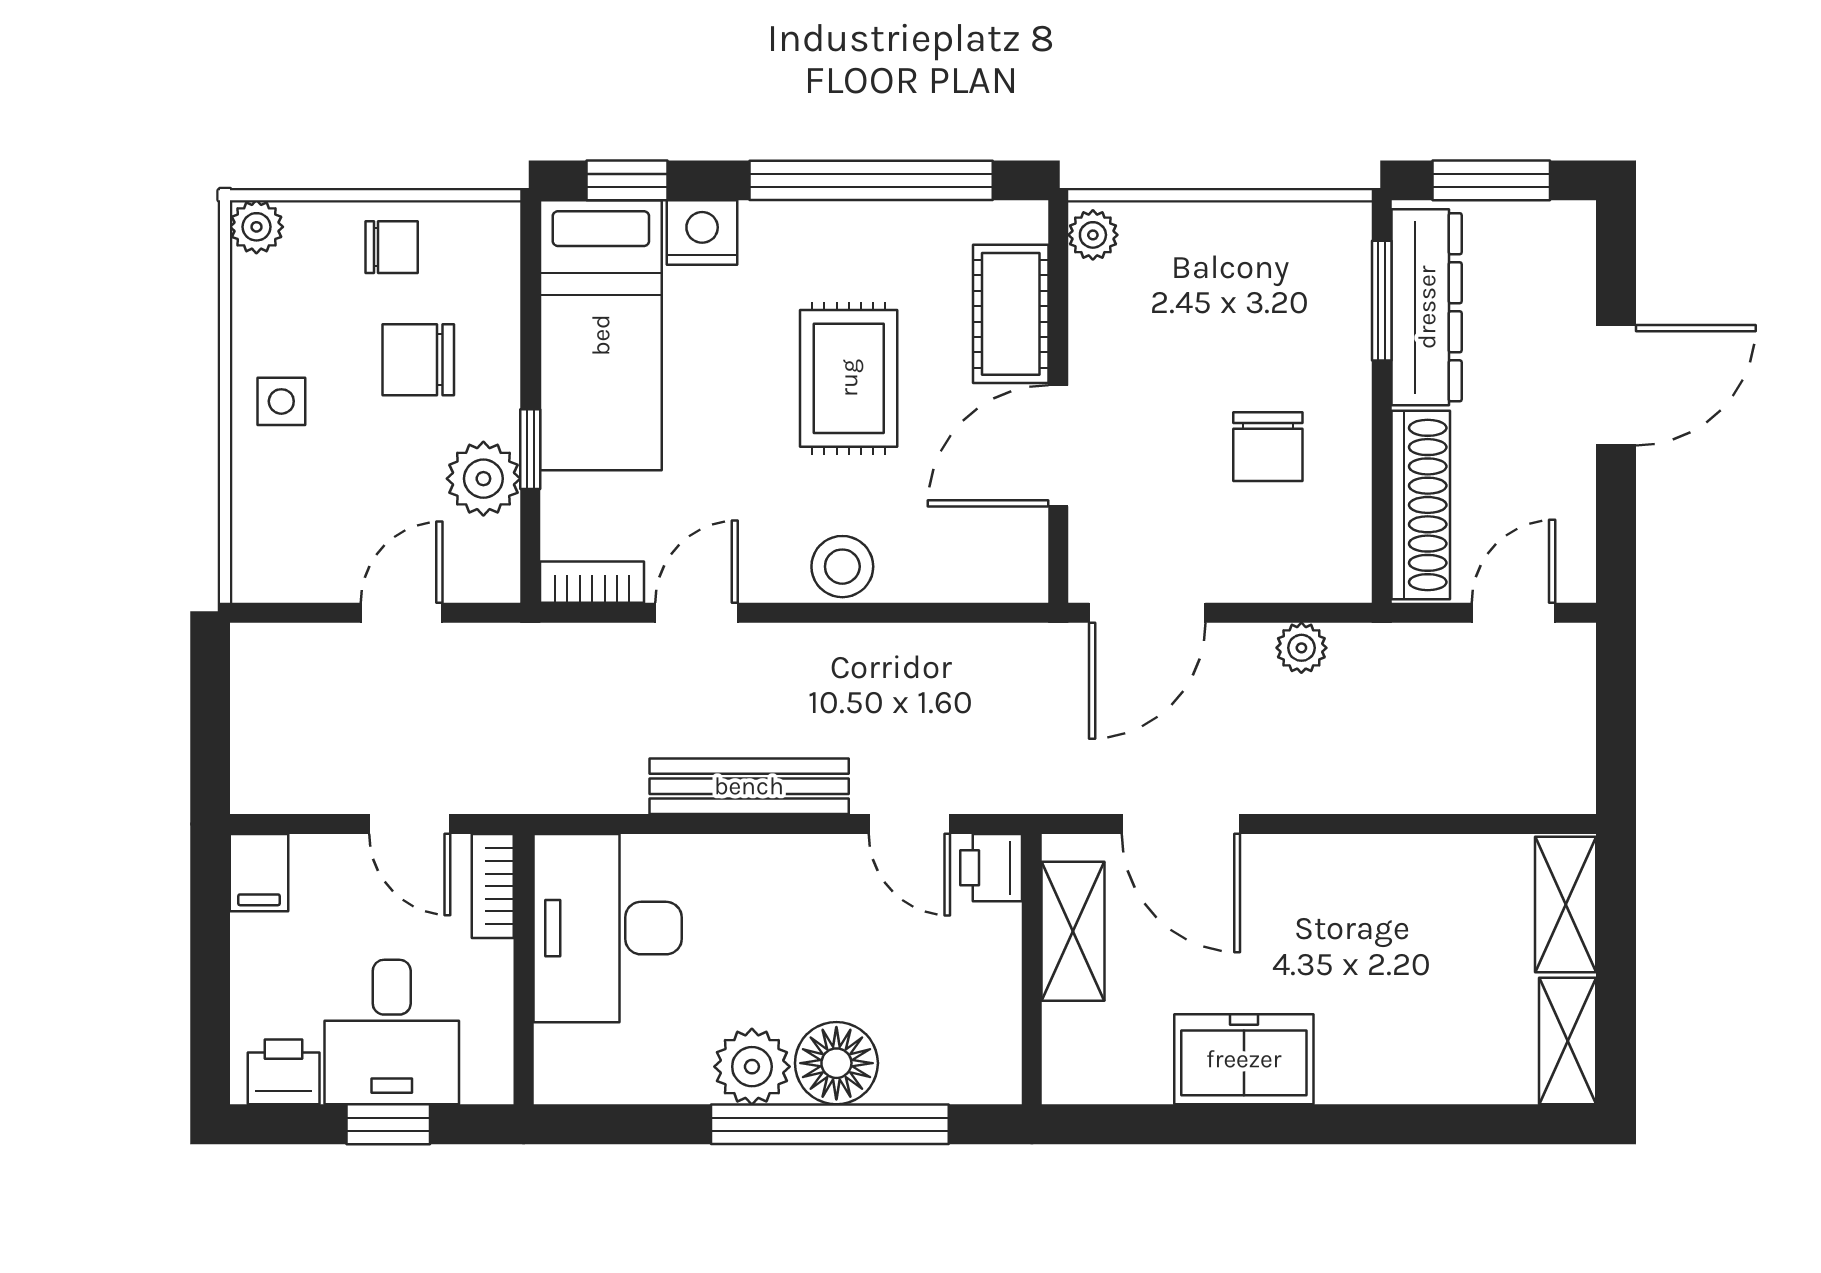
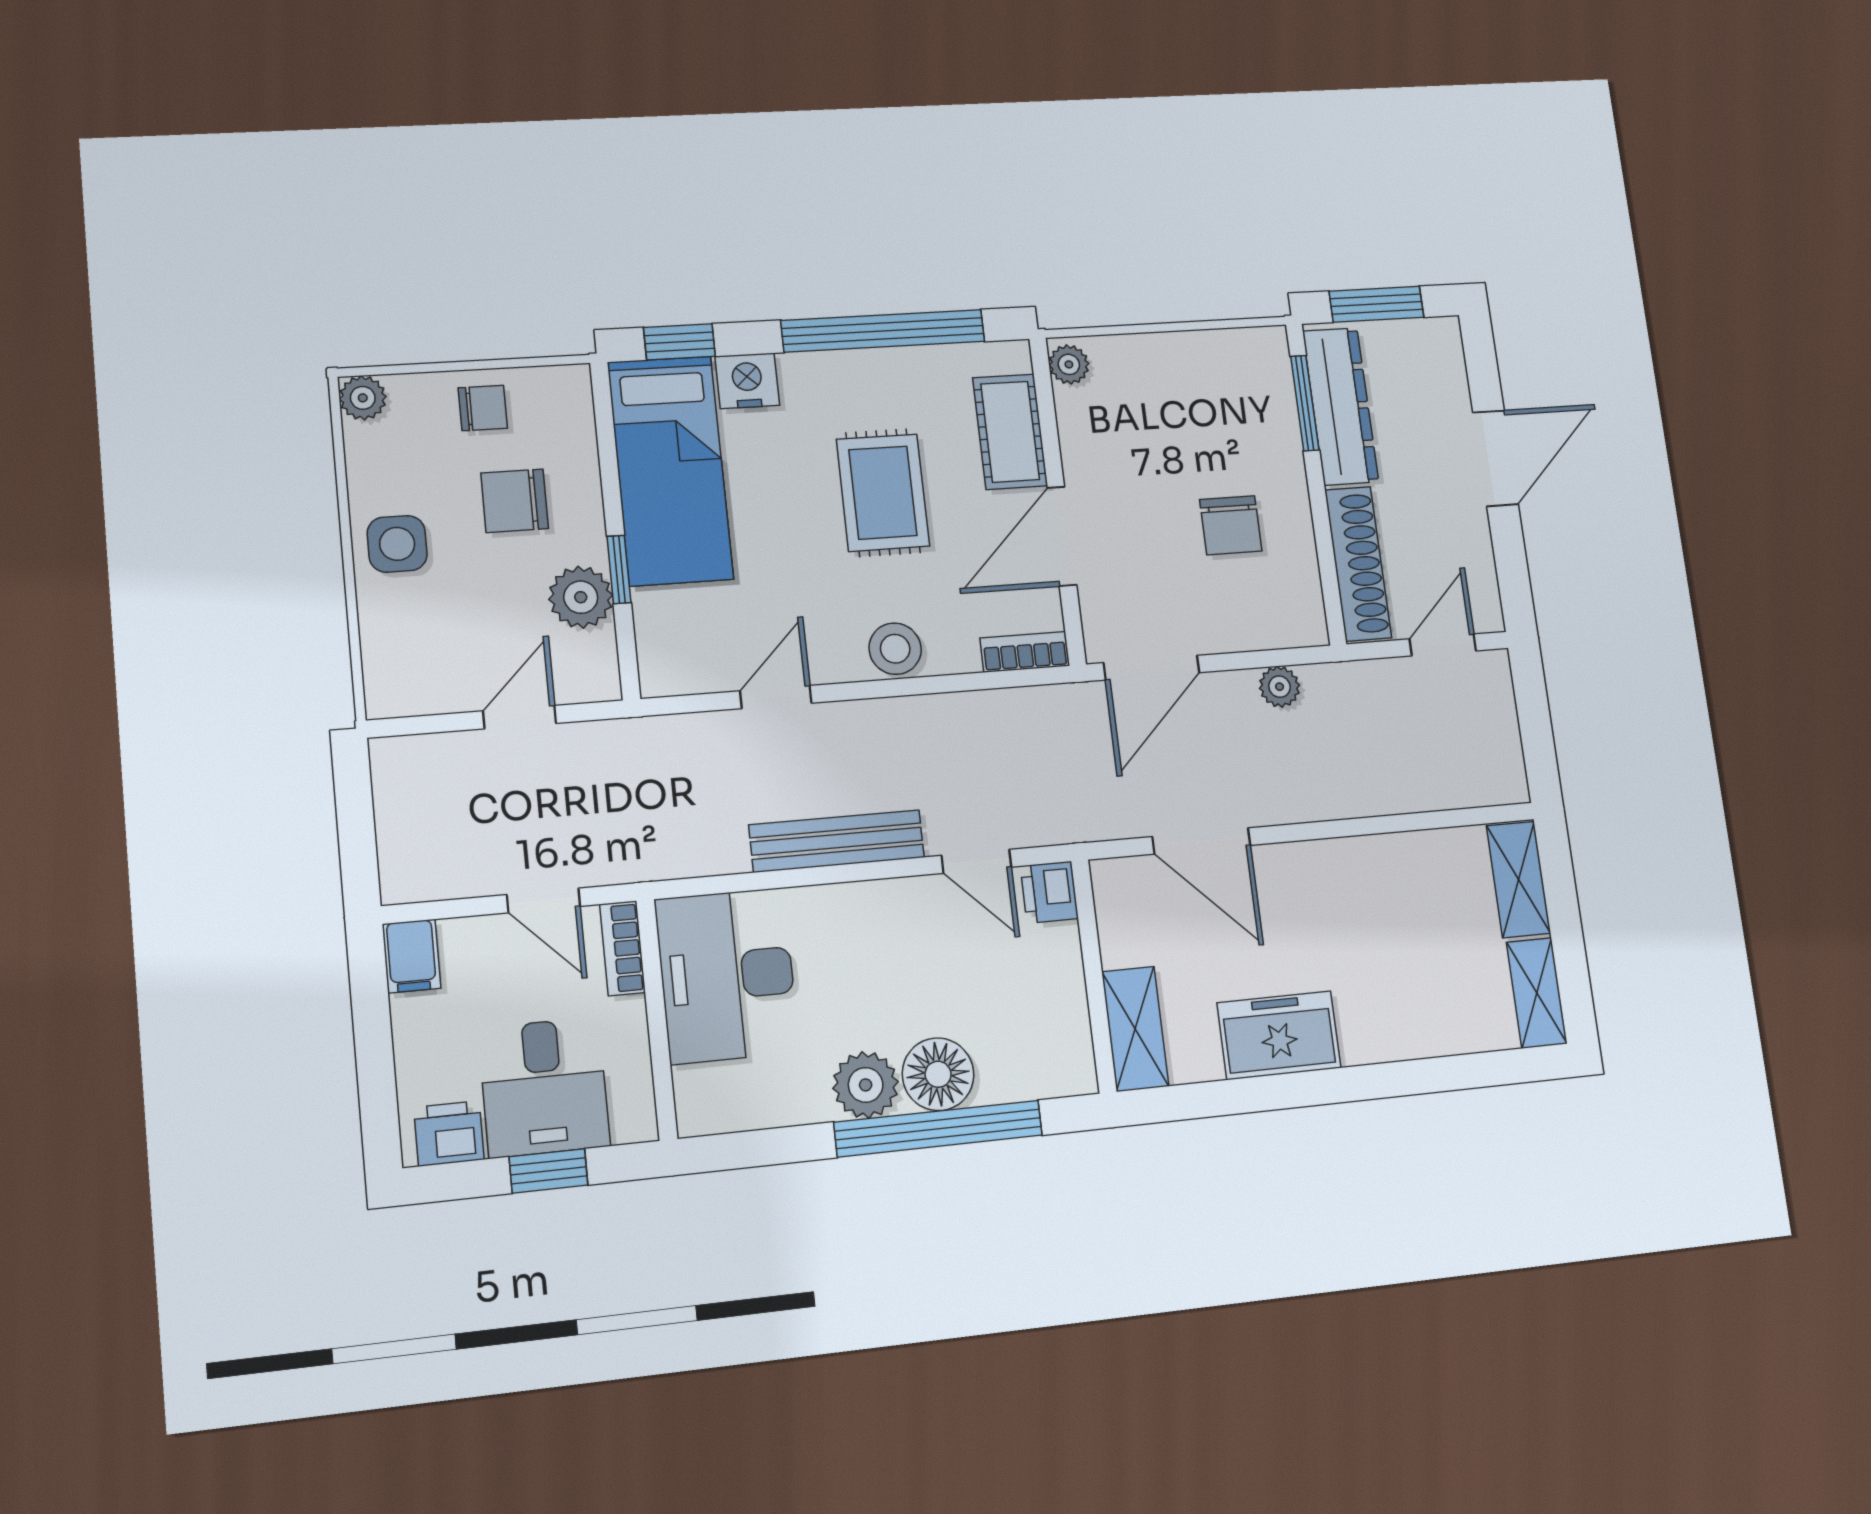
side table: (281, 401) -> (397, 544), width x1.37, depth x1.37
bookcase: (592, 582) -> (1025, 652), moved
shelving: (1073, 931) -> (1135, 1029), moved

